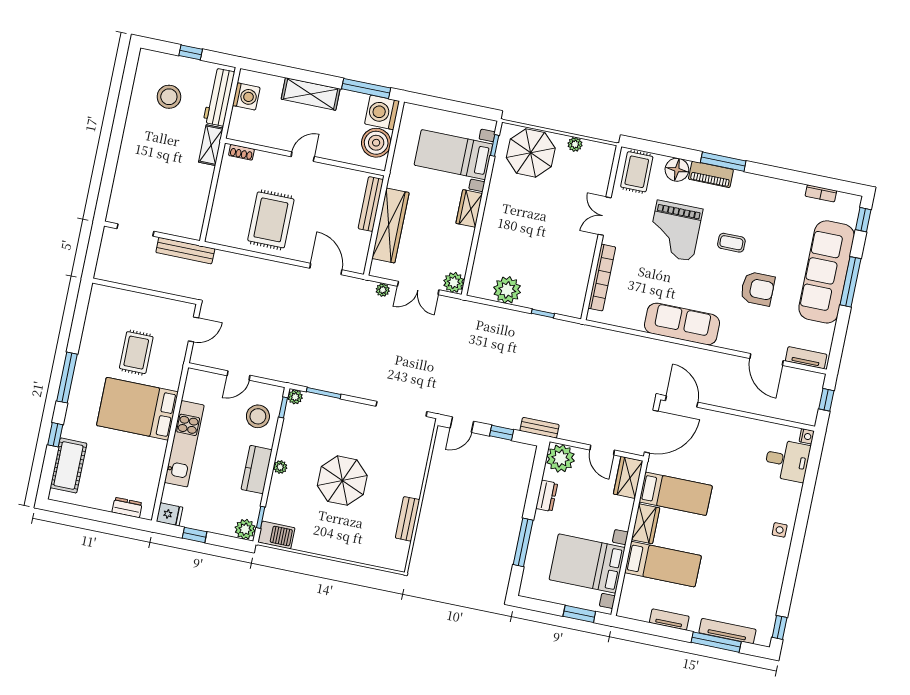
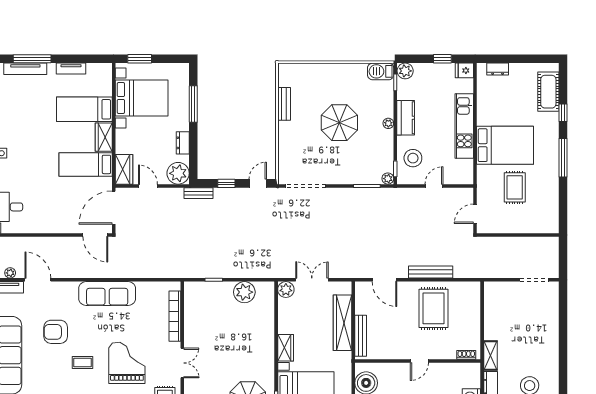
bench: (185, 251) -> (431, 272), moved
plant: (383, 290) -> (10, 273), moved

